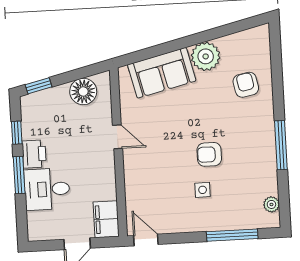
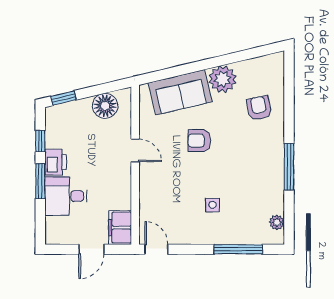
armchair: (209, 154) -> (199, 141), moved

